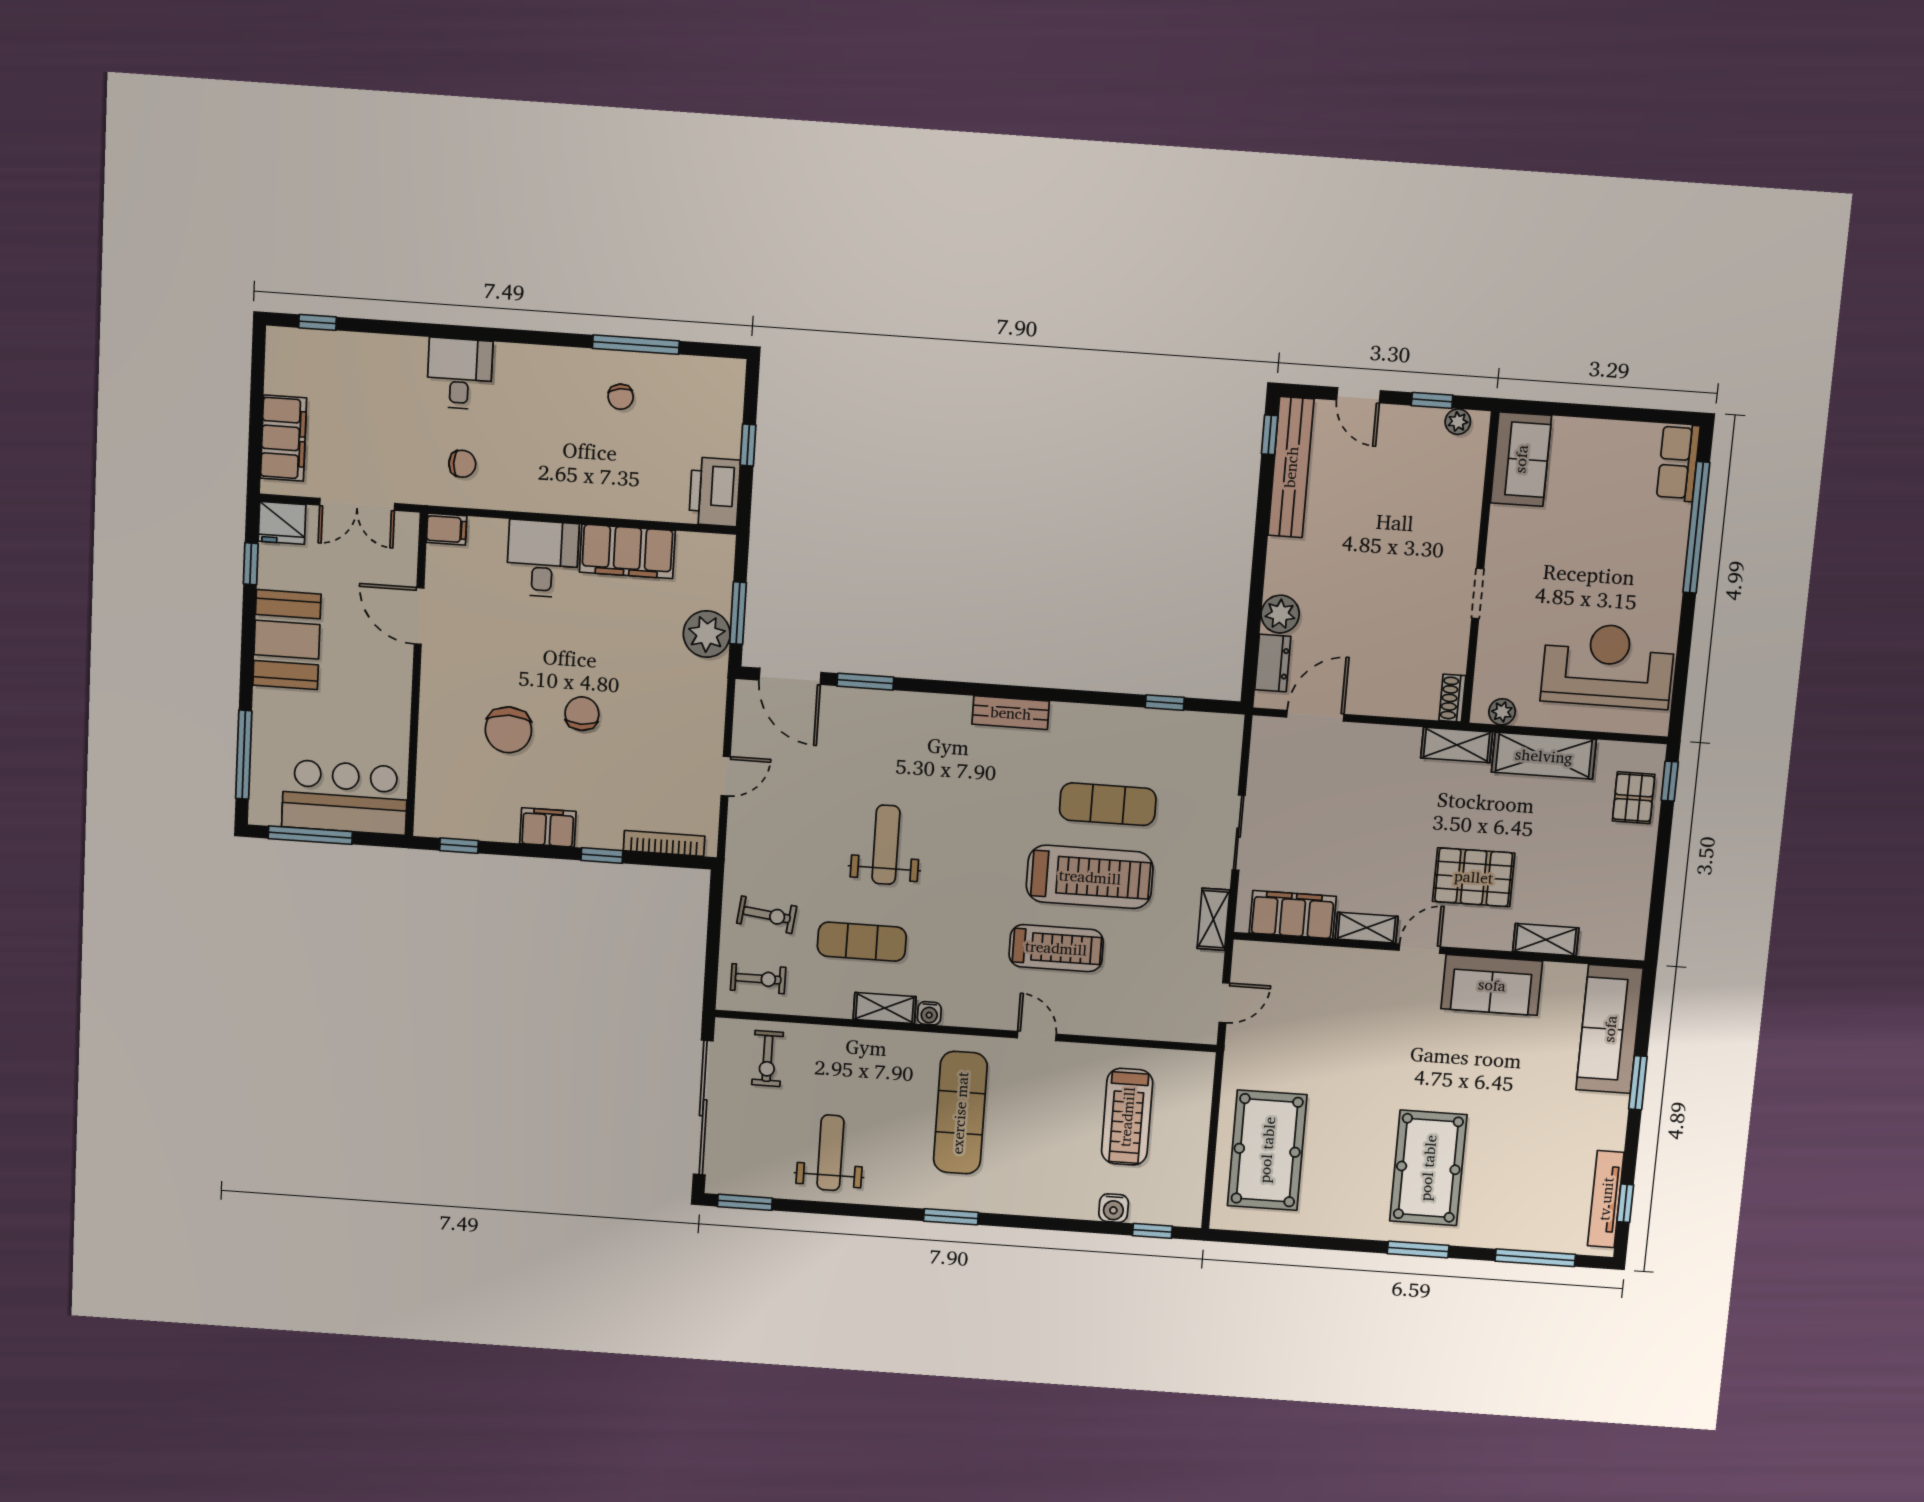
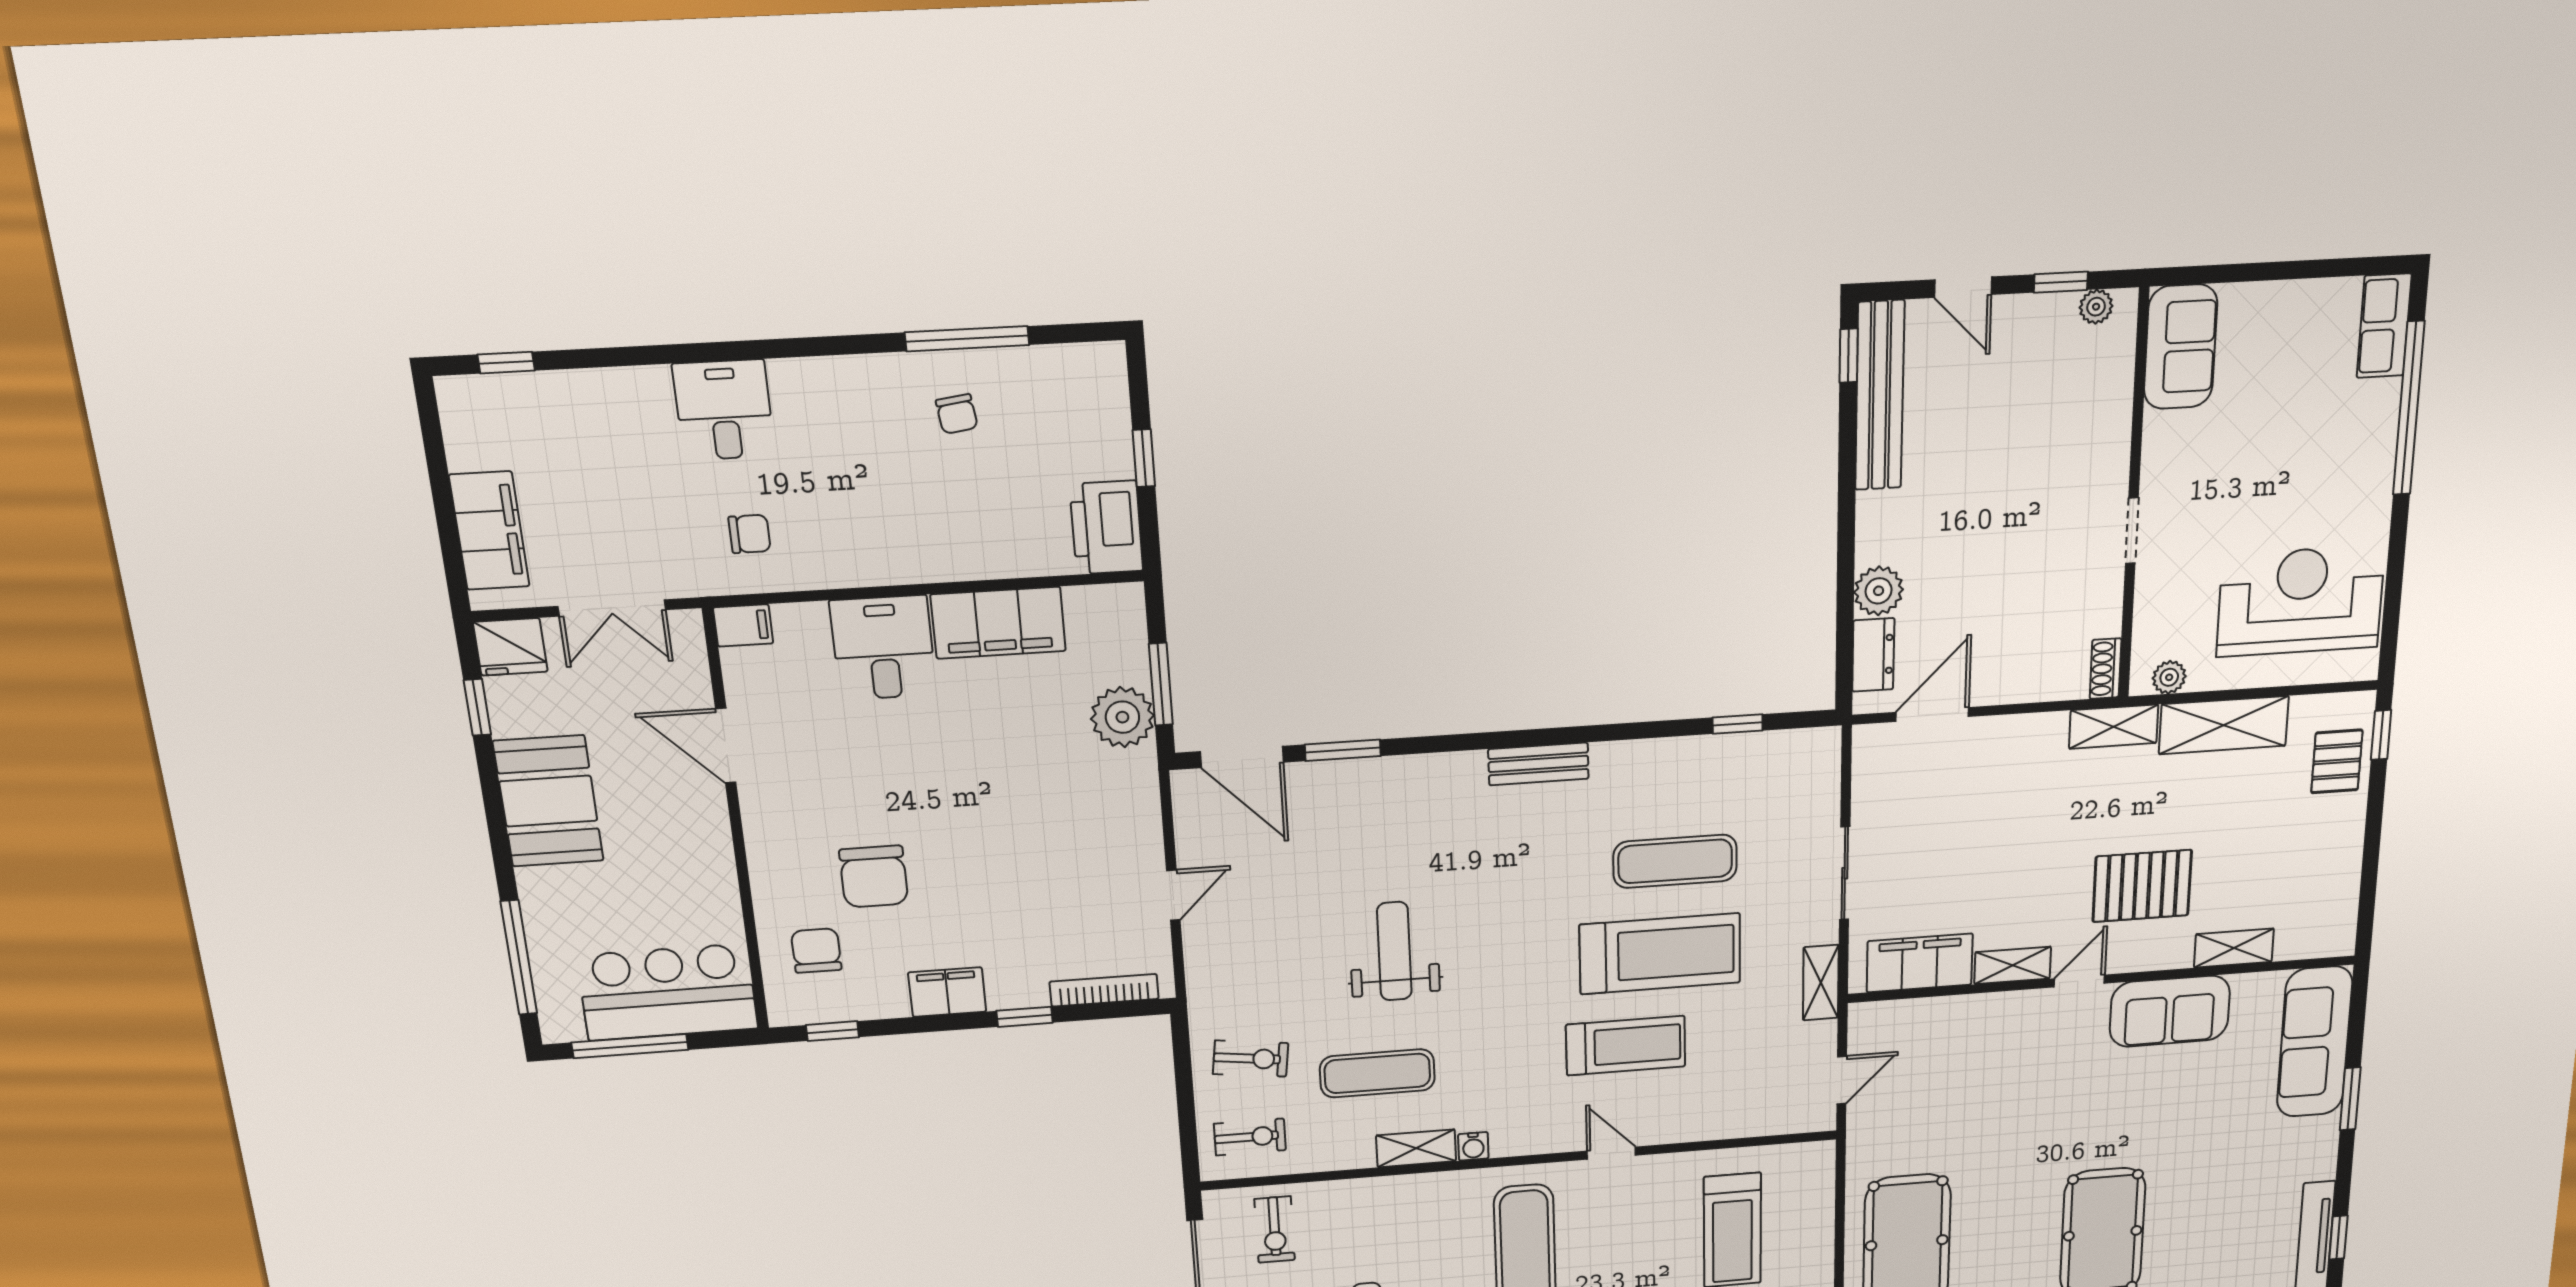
chair: (582, 714) -> (816, 951), moved

